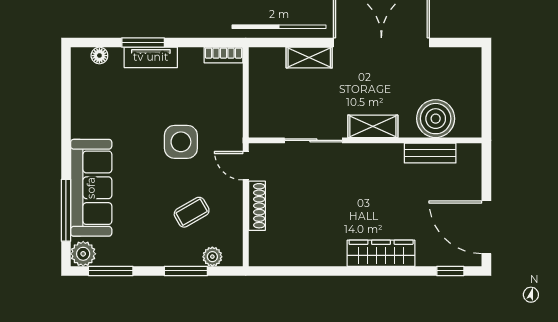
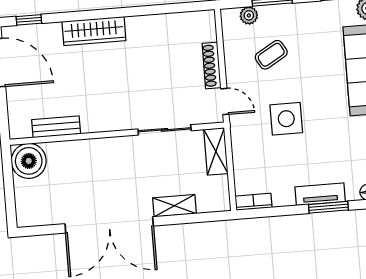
boiler: (436, 119) -> (29, 161), moved
shelving: (373, 126) -> (216, 151), moved, turned 90

